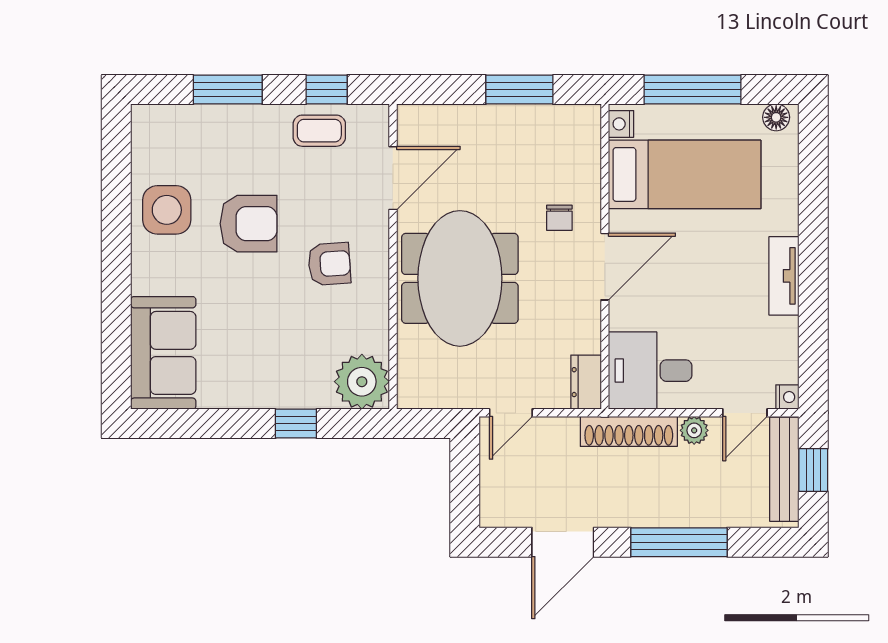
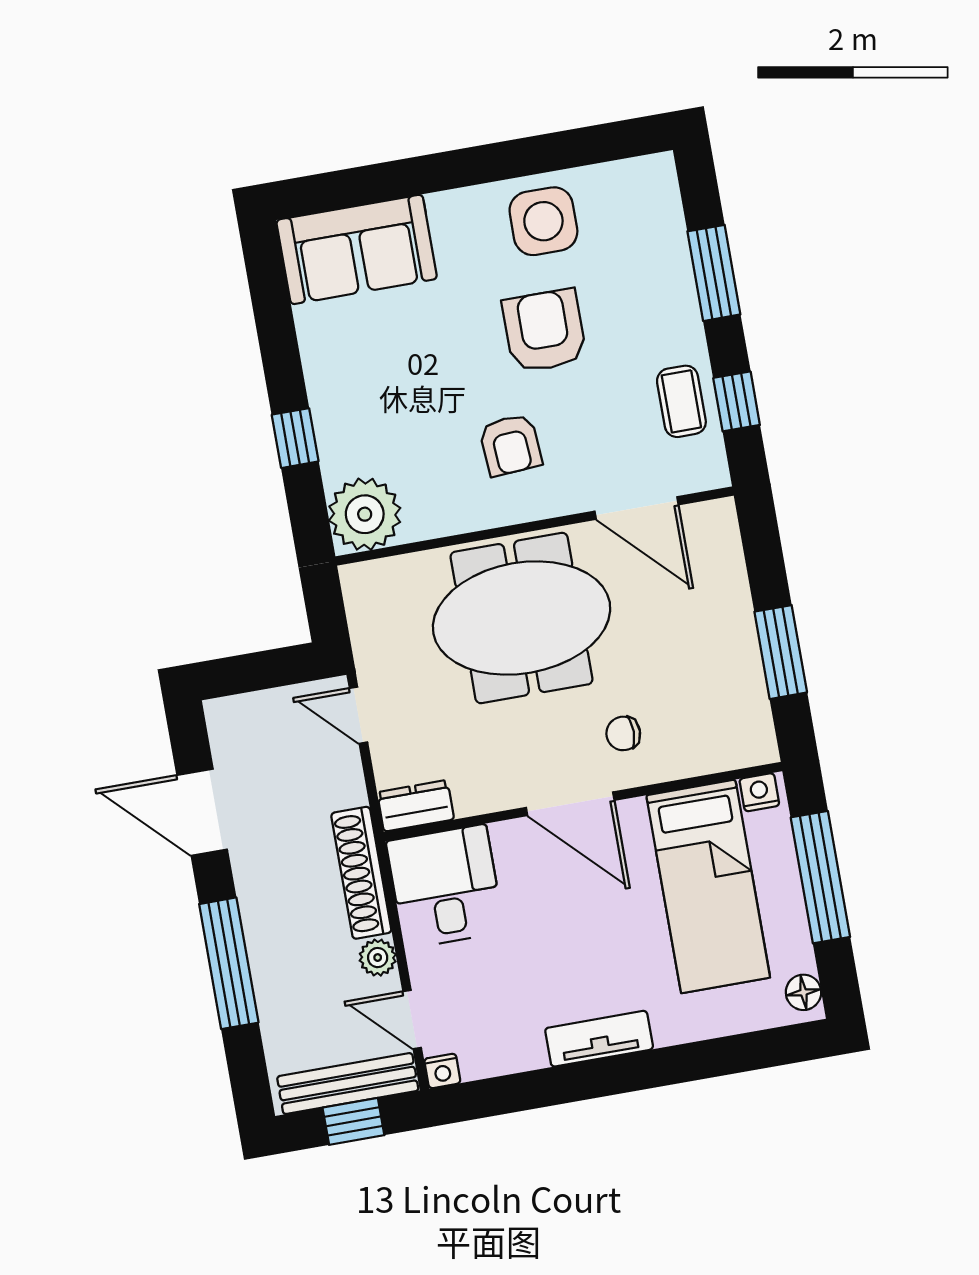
armchair: (249, 224) -> (544, 331), turned 180

